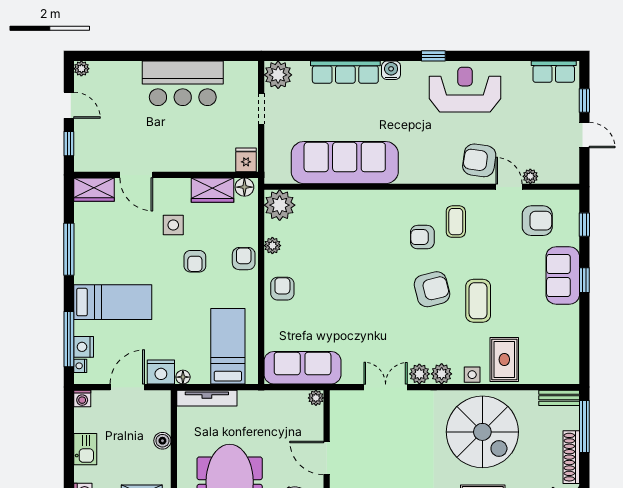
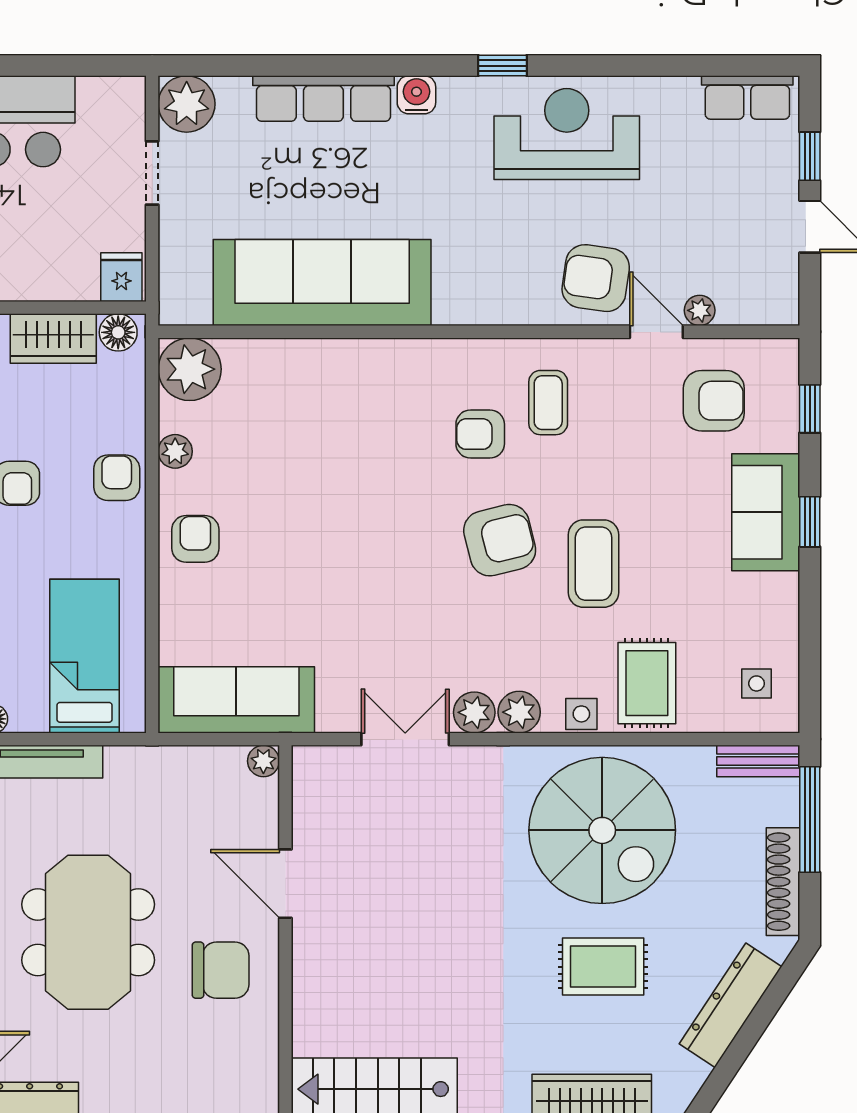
side table: (558, 360) -> (757, 683), added

